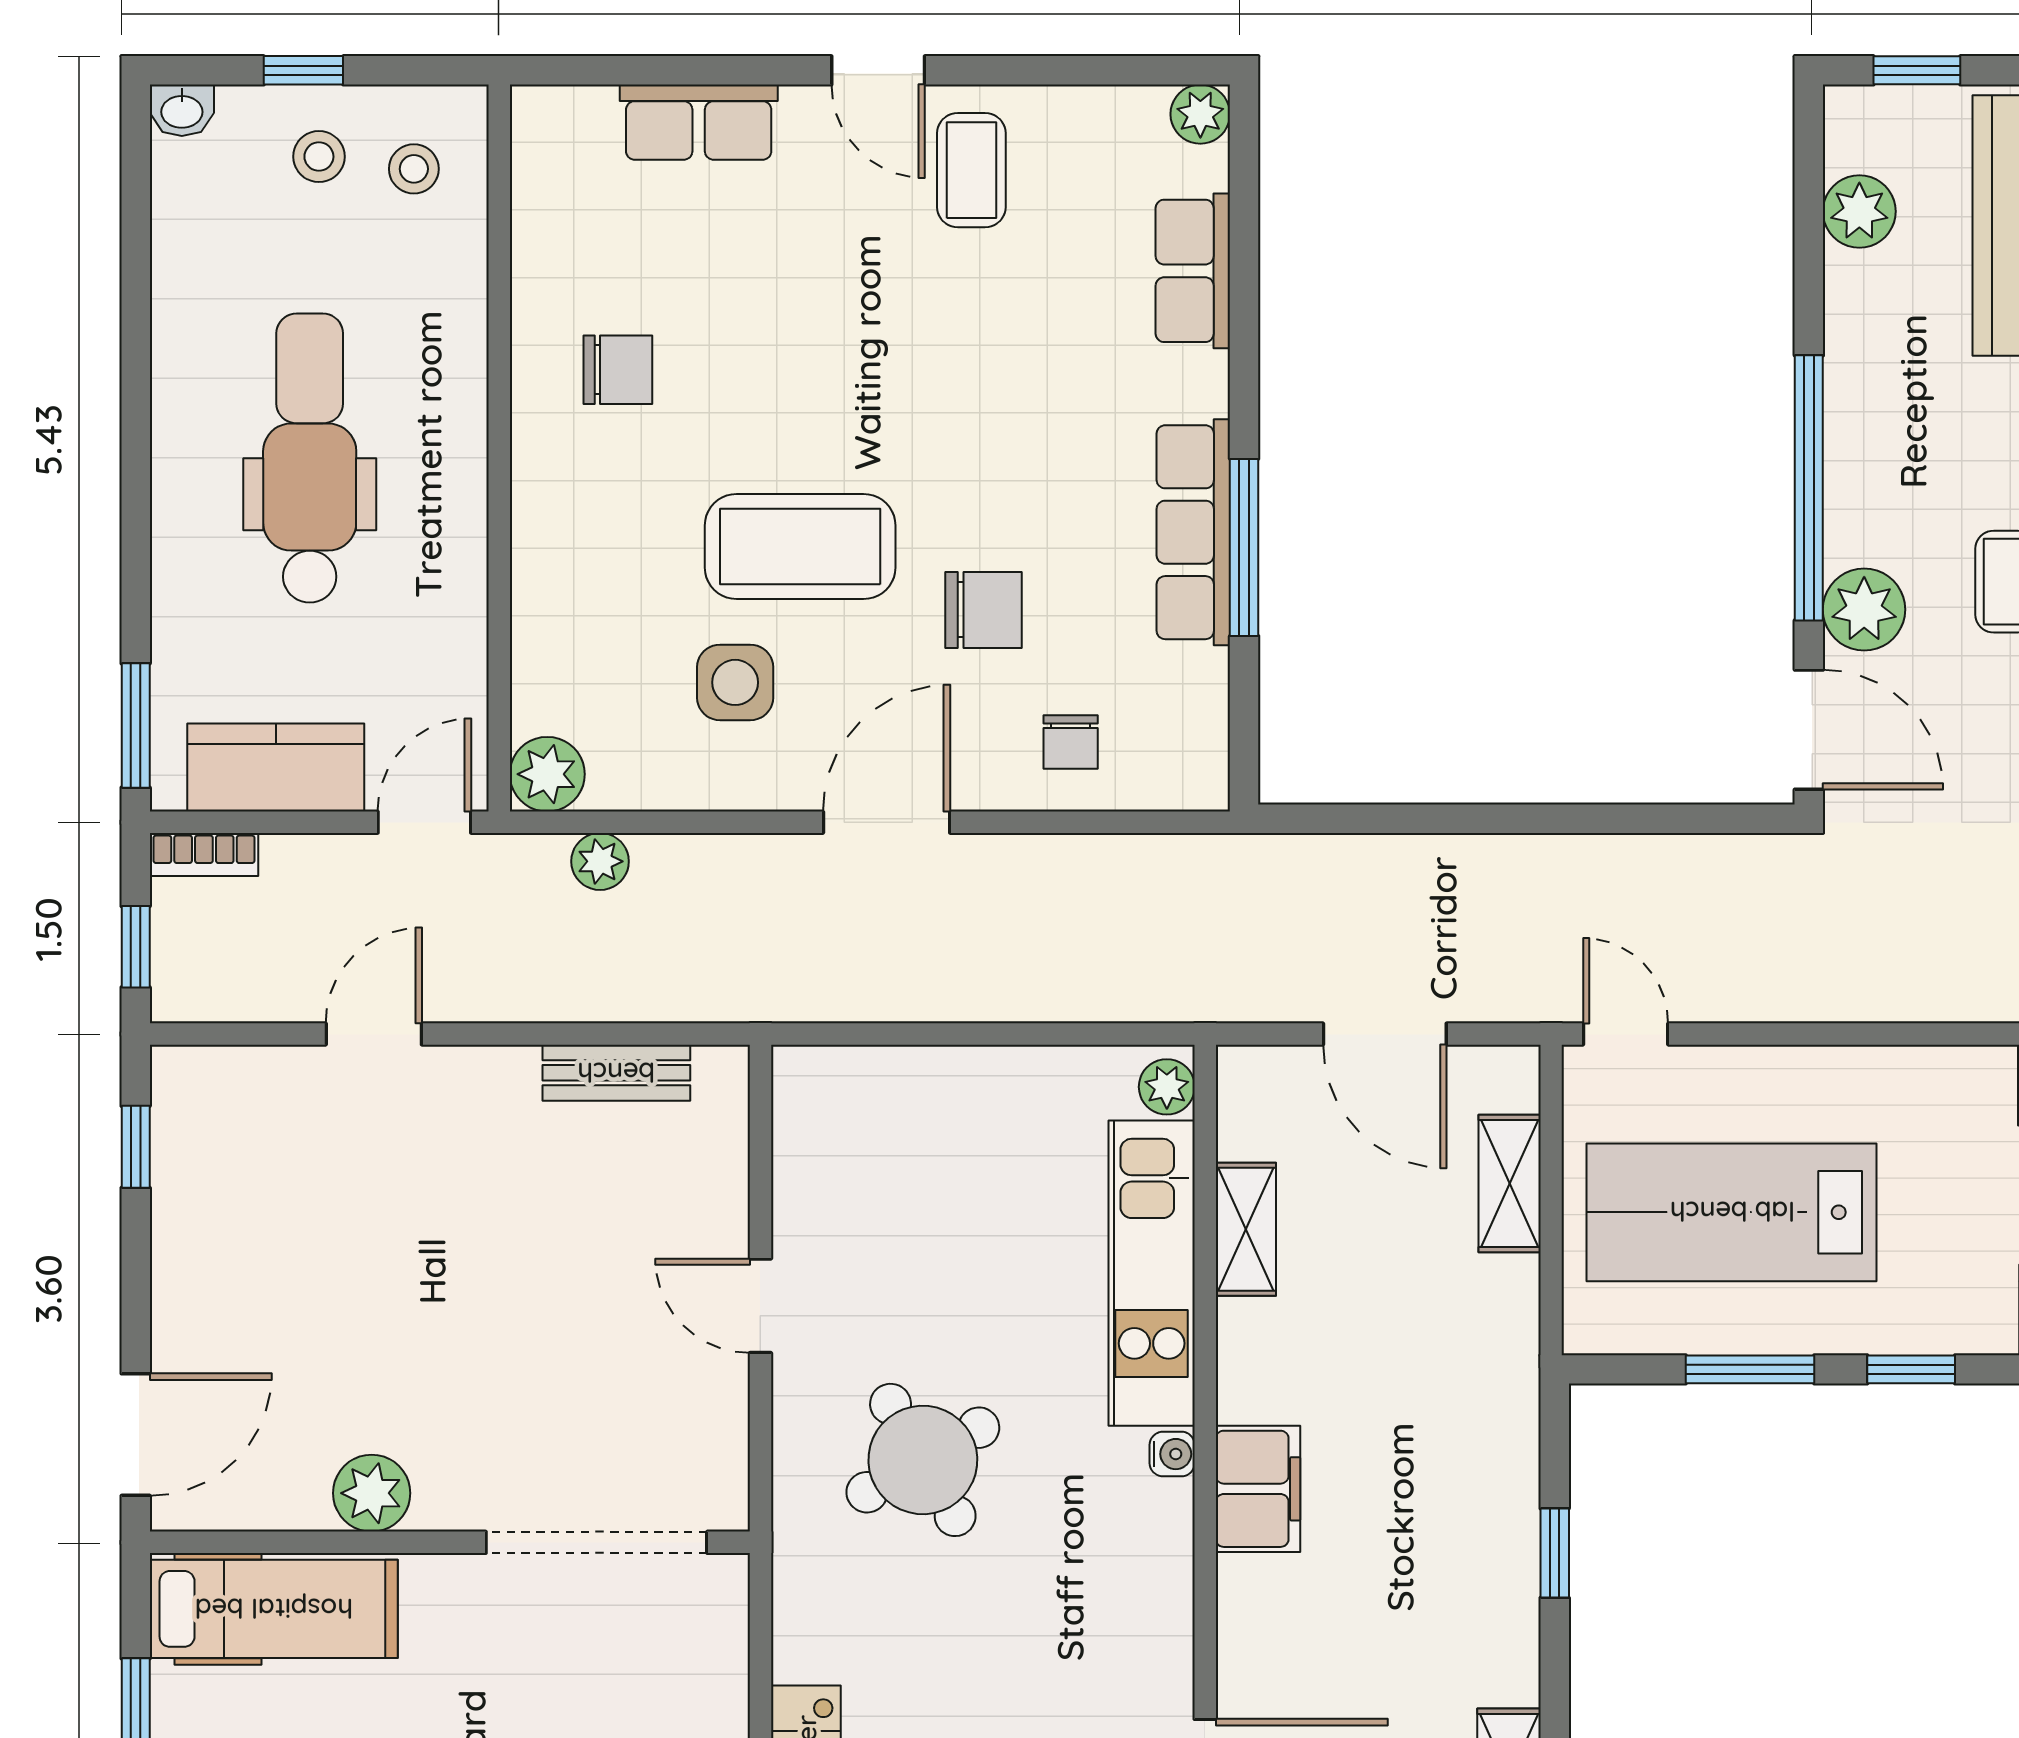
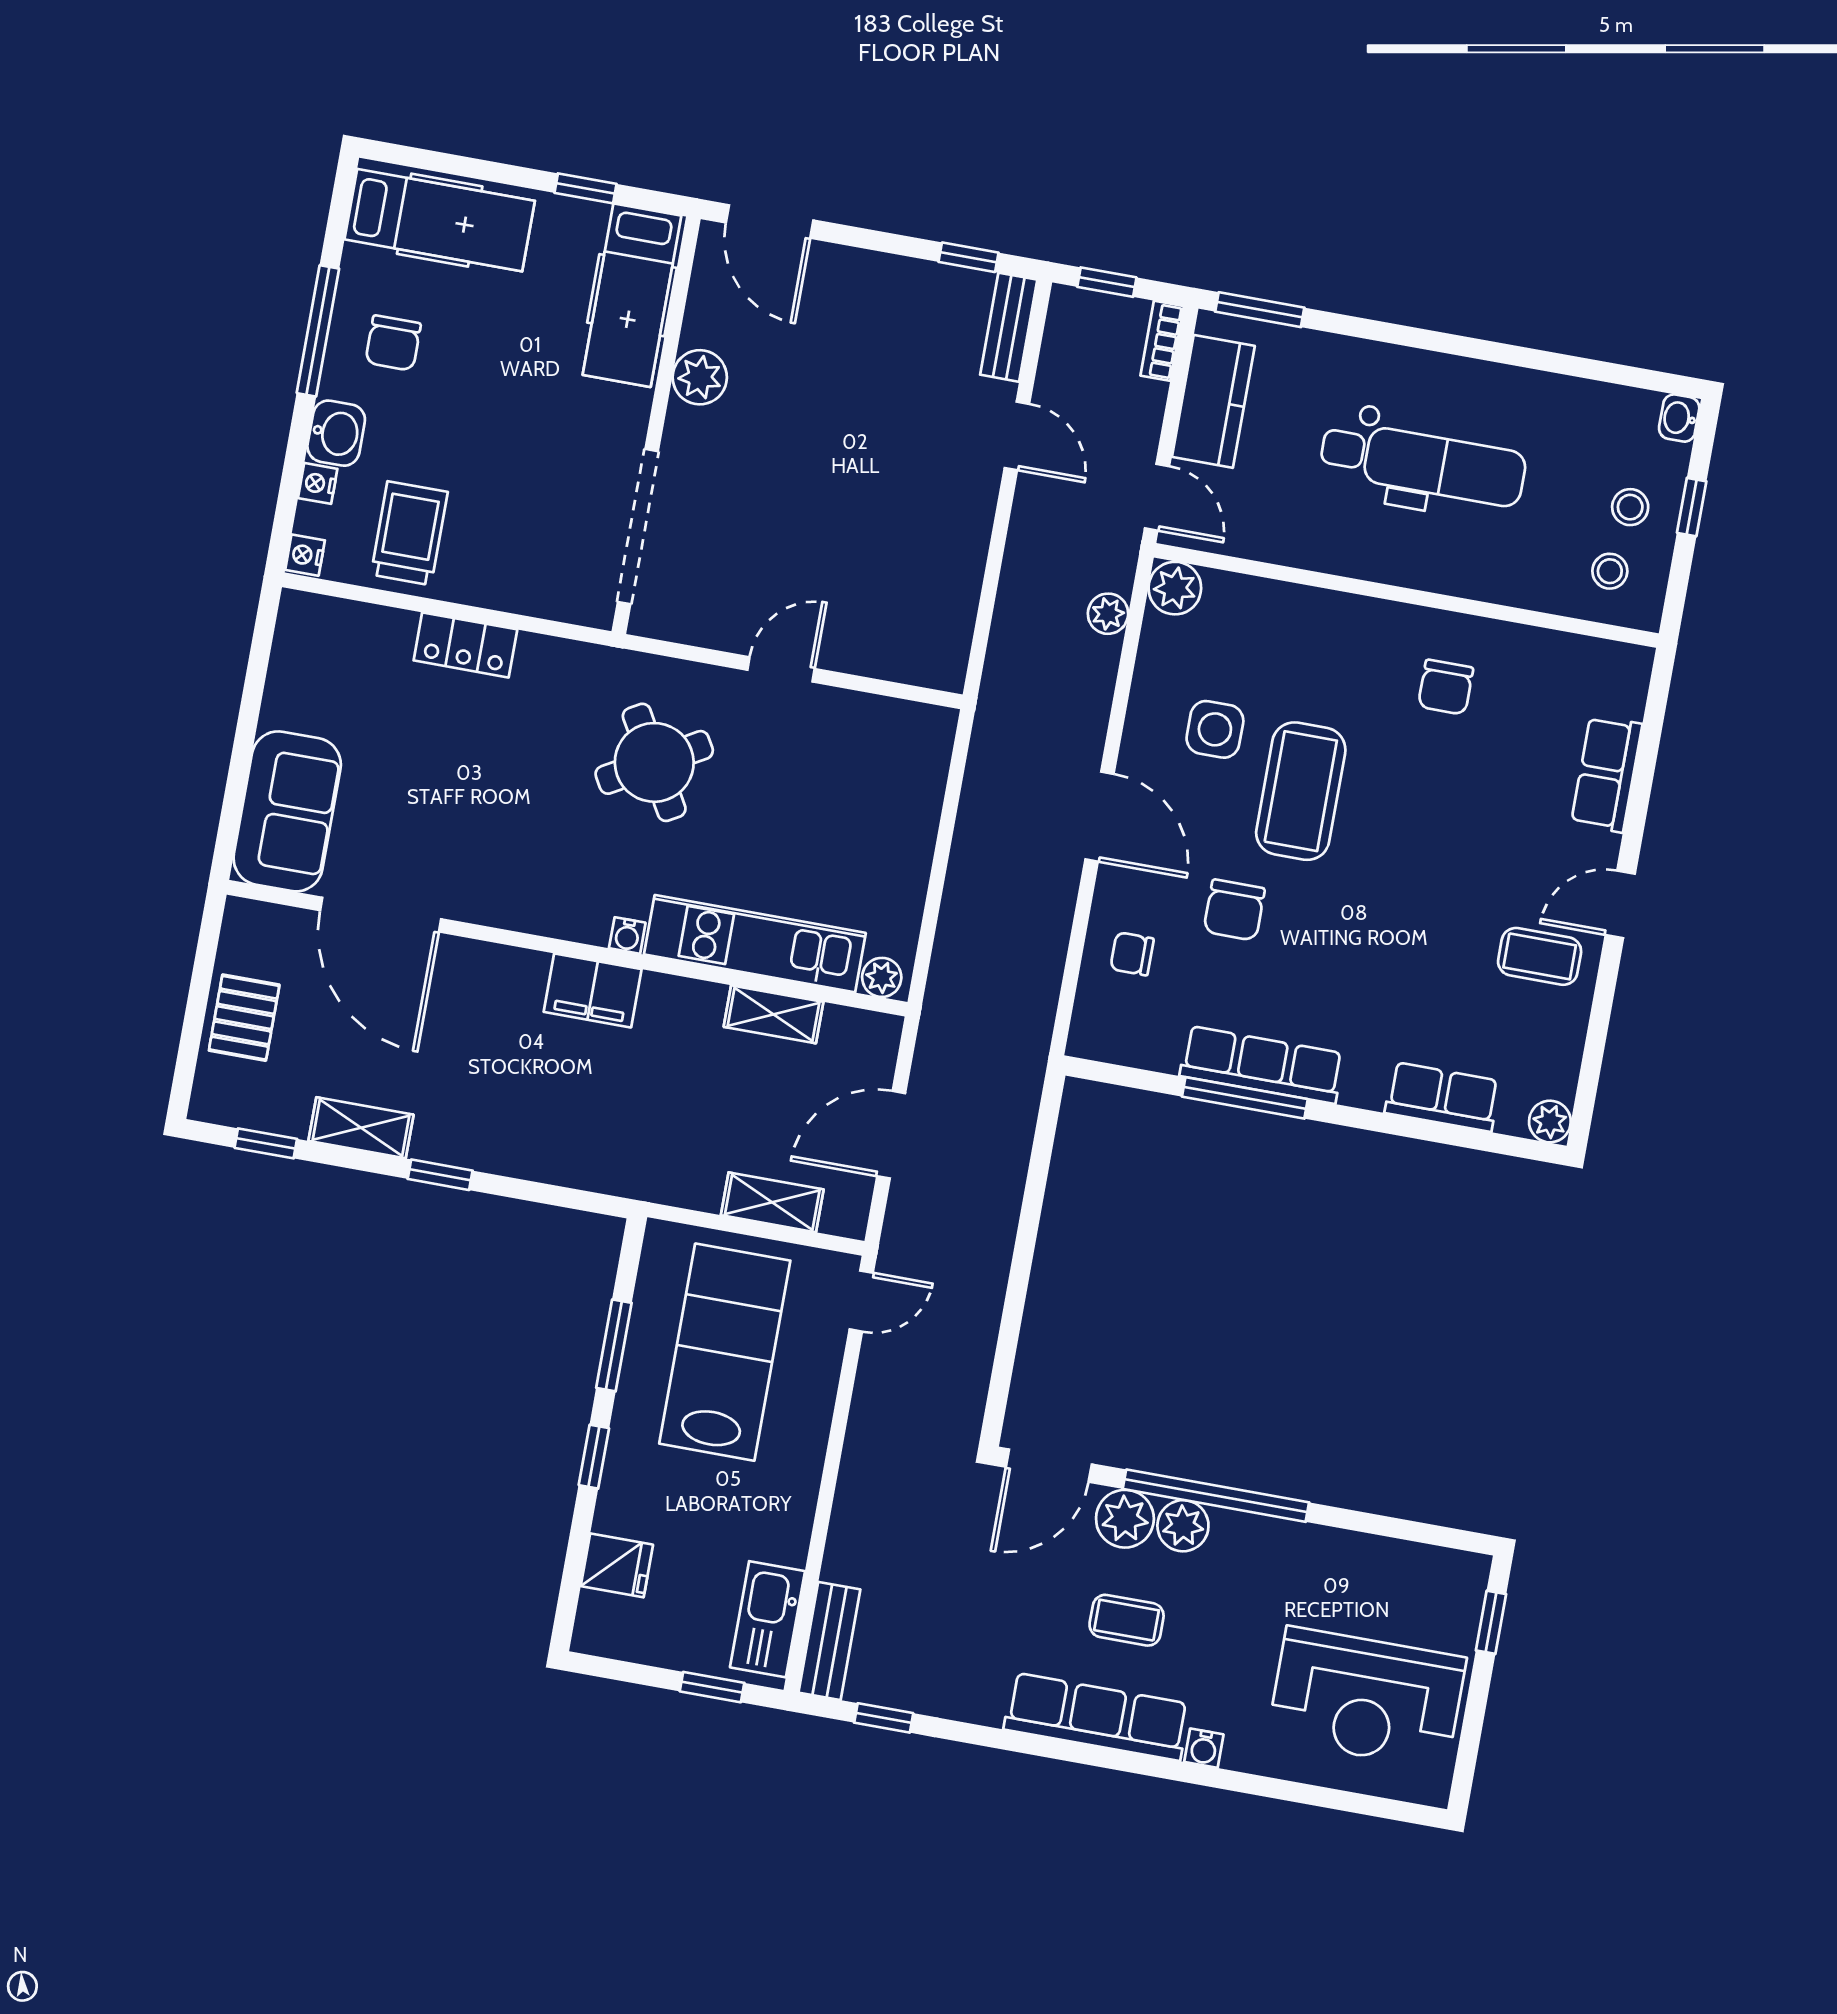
plant: (1859, 211) -> (1183, 1526), moved
bench: (616, 1073) -> (1009, 327), moved
window: (1555, 1553) -> (440, 1175), moved

